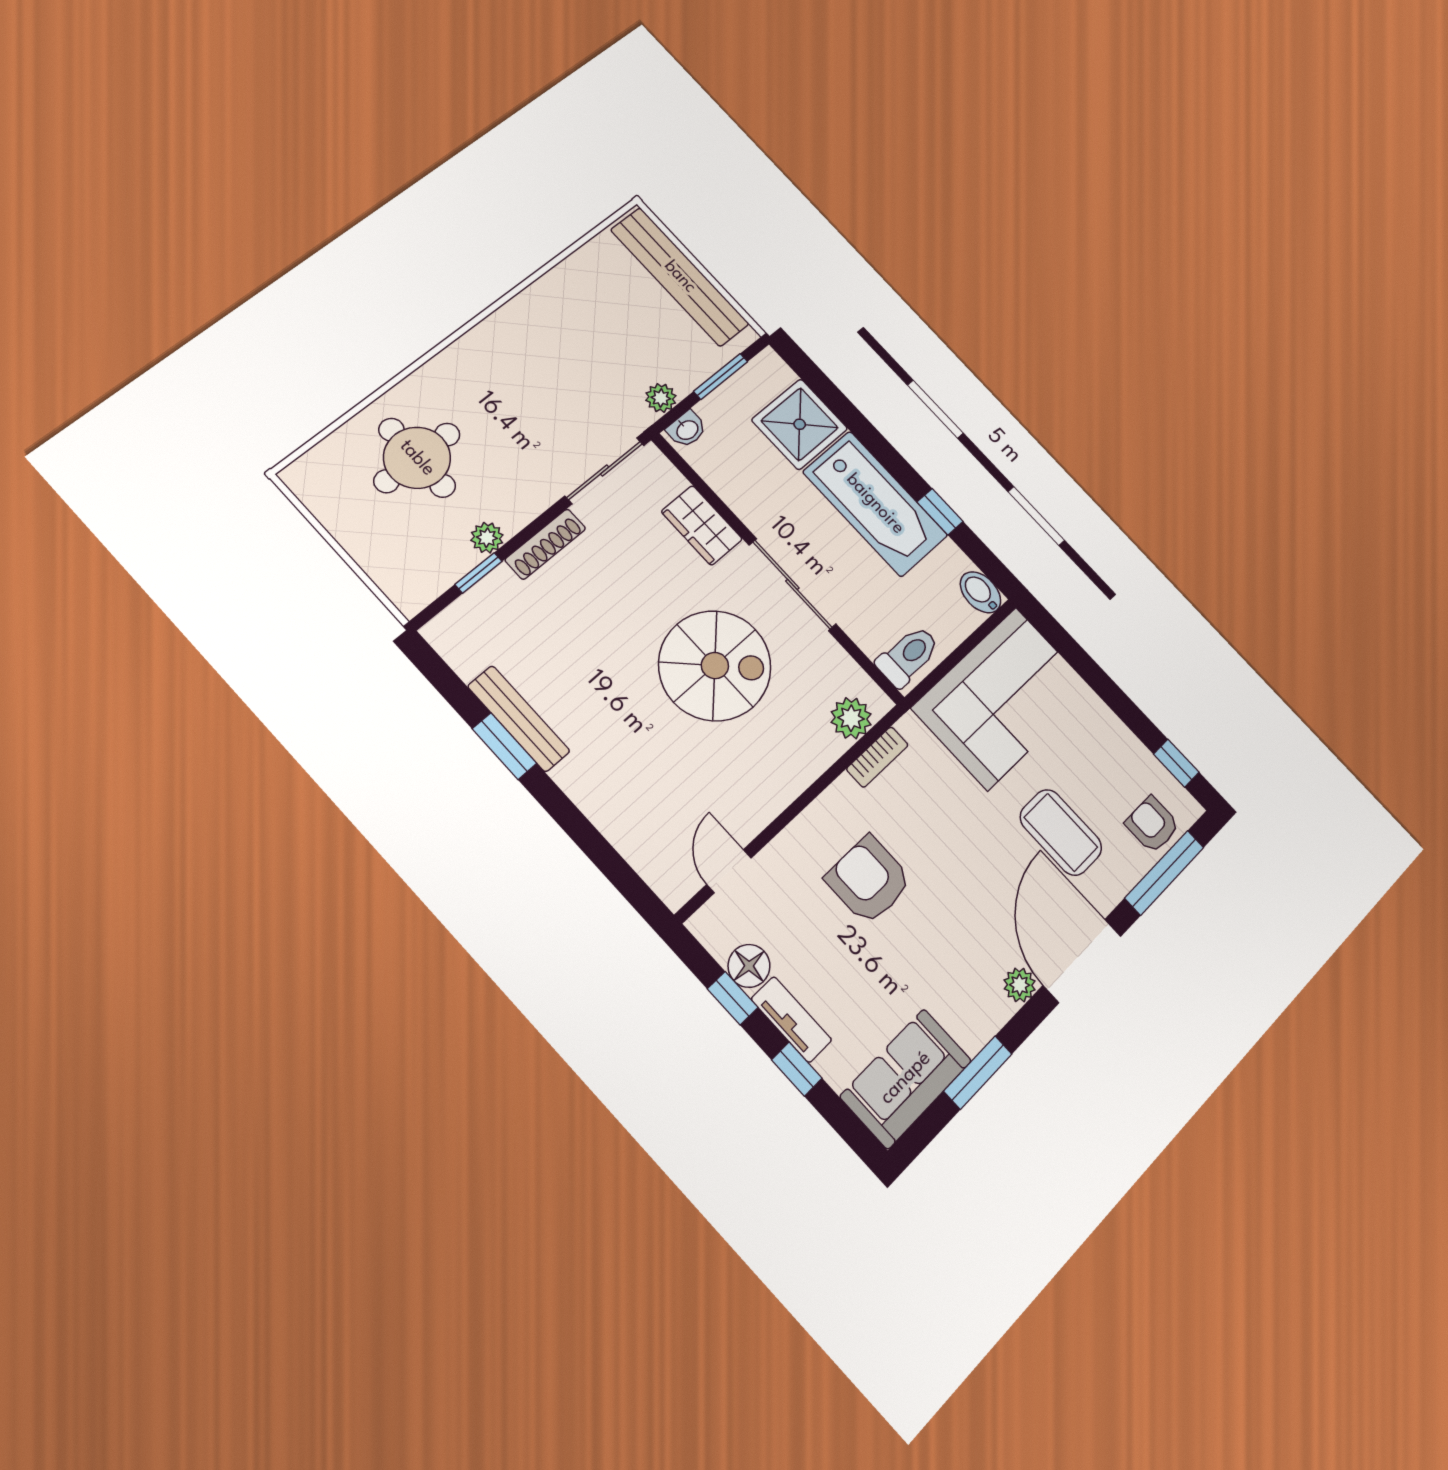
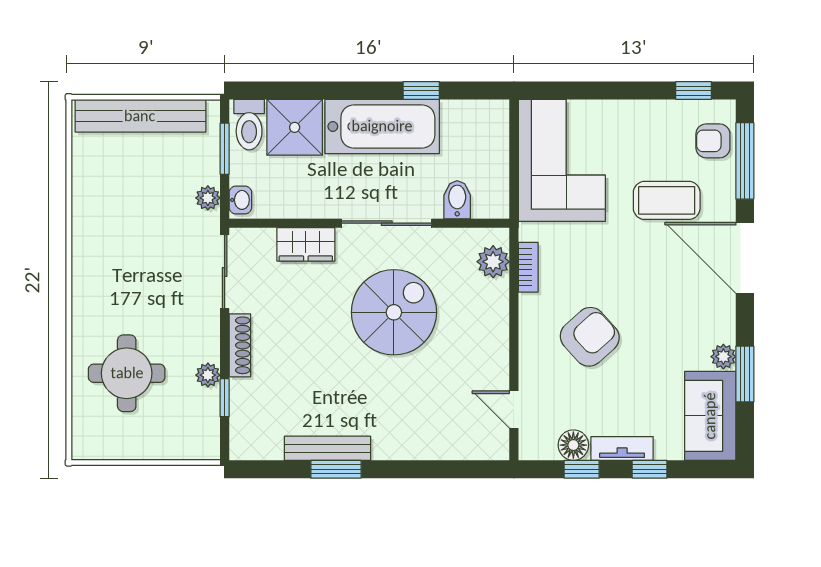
bidet: (981, 592) -> (457, 200), moved, turned 90
toilet: (908, 656) -> (249, 125), moved, turned 180
armchair: (869, 880) -> (590, 337), turned 138
plant: (1020, 985) -> (723, 357), moved

